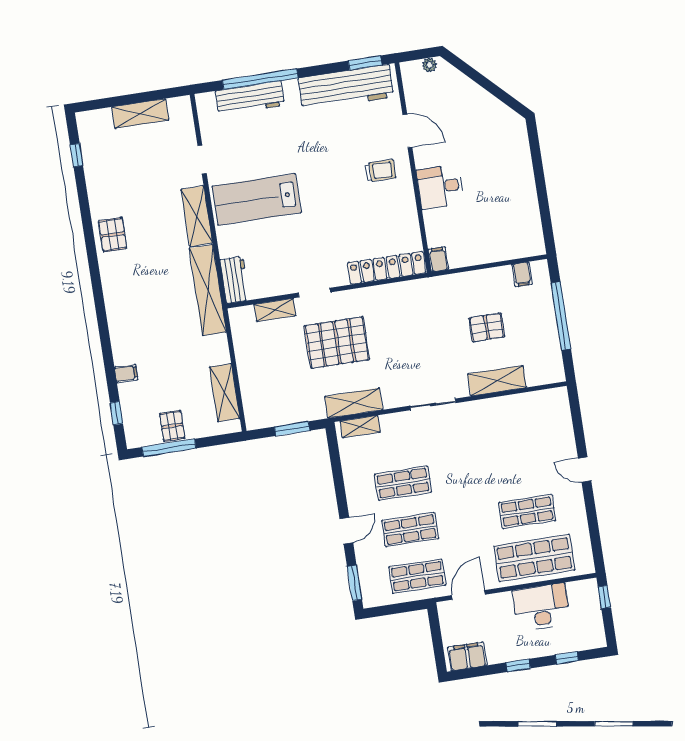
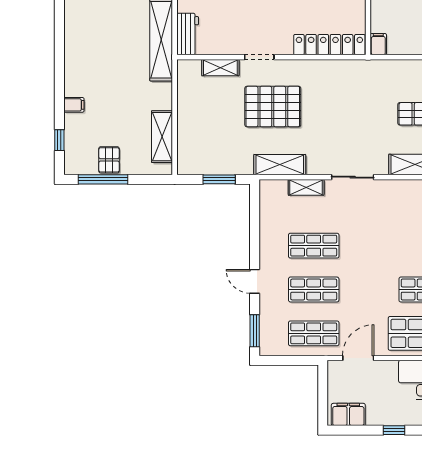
shelving: (360, 427) -> (306, 187), moved
door: (346, 531) -> (255, 281), swing flipped

